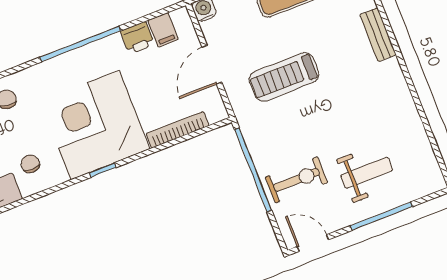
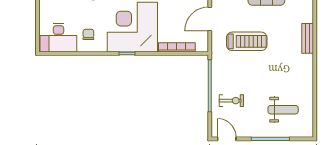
treadmill: (284, 77) -> (247, 41), turned 180
weight bench: (367, 173) -> (283, 110), moved
exercise bike: (296, 180) -> (231, 101), width x0.73, depth x0.72

